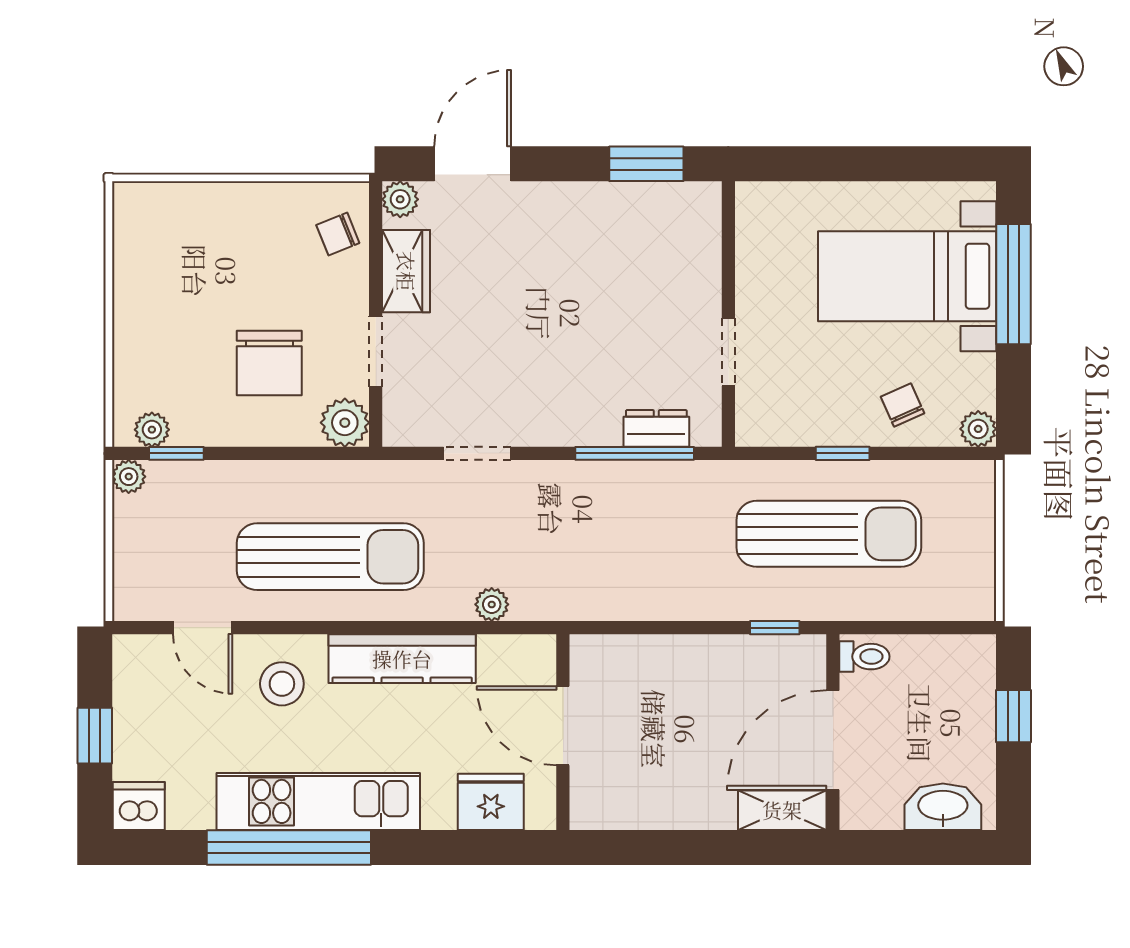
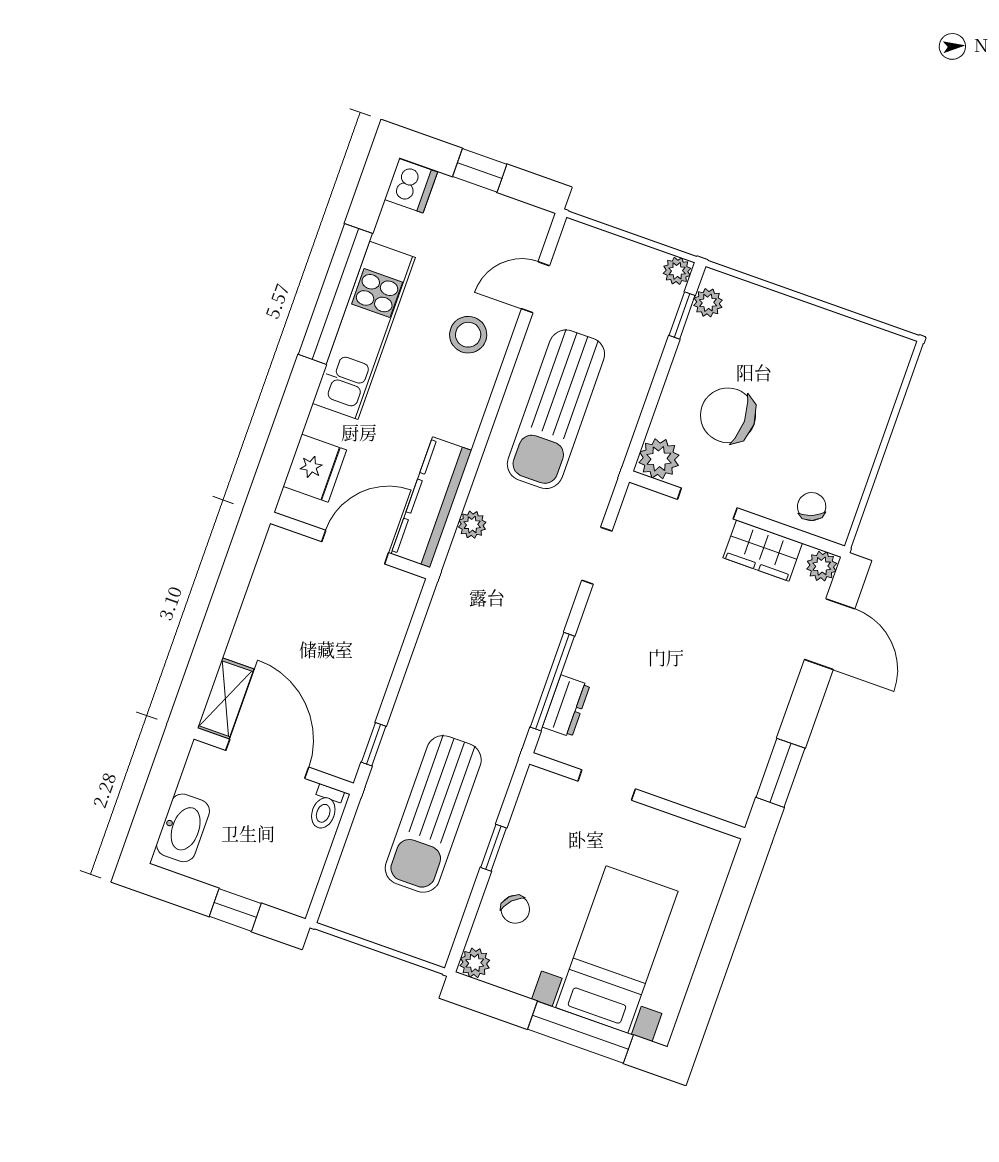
chair: (903, 405) -> (515, 909), turned 68
kitchen counter: (402, 659) -> (431, 502), moved

